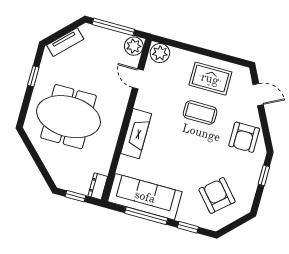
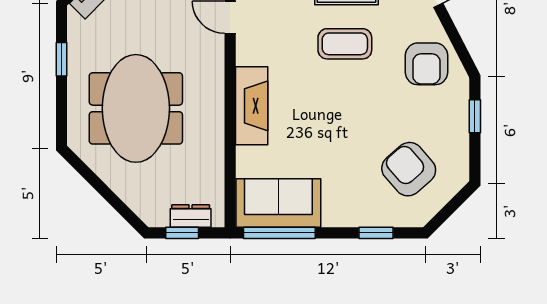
meeting table: (69, 117) -> (136, 108), turned 90
dresser: (98, 186) -> (191, 216), moved, turned 90
sofa: (145, 197) -> (278, 203), width x0.73
window: (146, 216) -> (279, 233), moved

